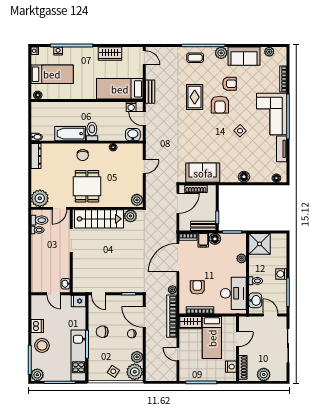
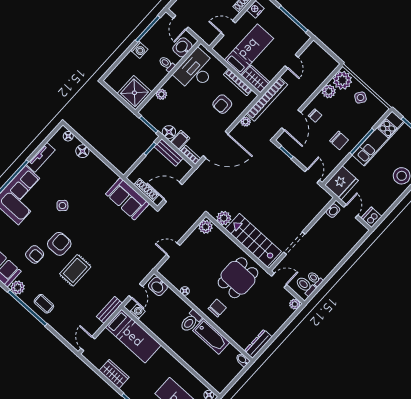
armchair: (229, 84) -> (35, 254), turned 180
floor lamp: (244, 177) -> (82, 151), moved
plant: (40, 198) -> (295, 304), width x0.53, depth x0.53
fridge: (78, 301) -> (342, 183), width x1.88, depth x1.34
dishwasher: (37, 326) -> (371, 217), moved

